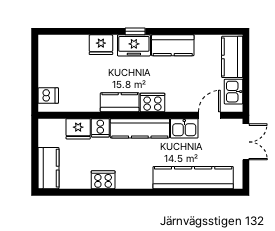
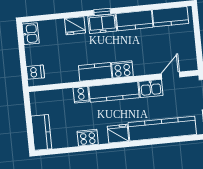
kitchen counter: (232, 57) -> (170, 17), moved, turned -90
kitchen sink: (233, 92) -> (31, 34), moved, turned 180
fridge: (78, 129) -> (118, 134), moved, turned 180

